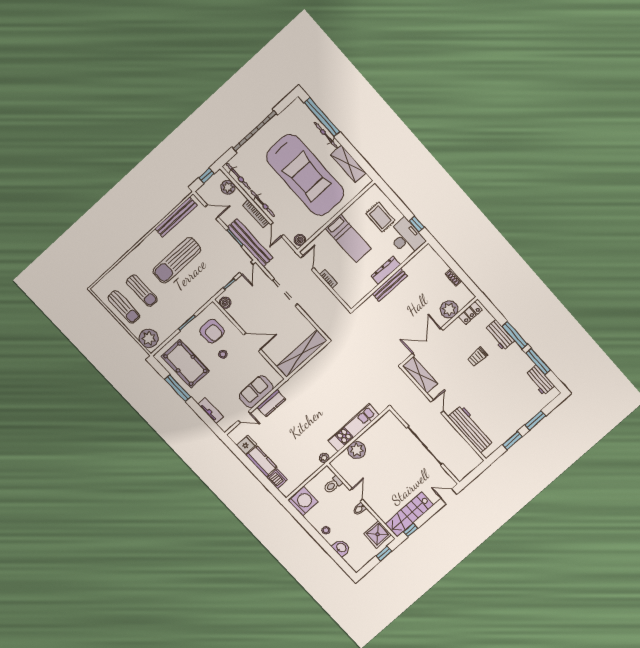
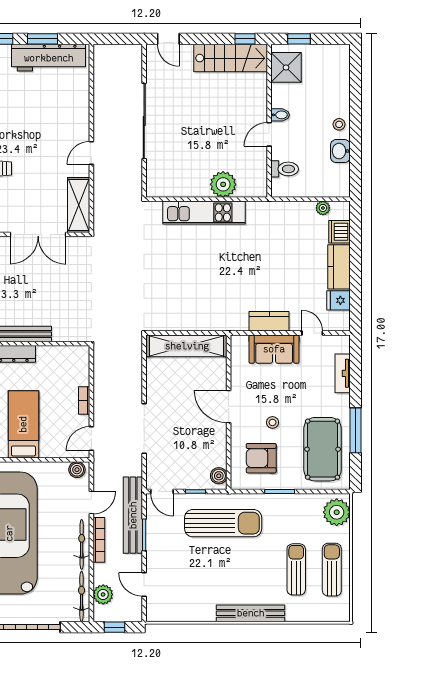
bench: (176, 217) -> (251, 613), moved
sun lounger: (177, 260) -> (223, 523), moved
door: (246, 268) -> (162, 491), swing flipped
armchair: (212, 331) -> (261, 458), turned -90
workbench: (471, 429) -> (49, 58), moved, turned -90
plant: (324, 458) -> (323, 208), moved
washing machine: (303, 501) -> (334, 180), removed
washbasin: (341, 548) -> (340, 151), moved

